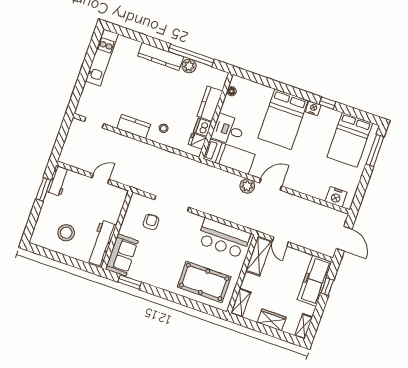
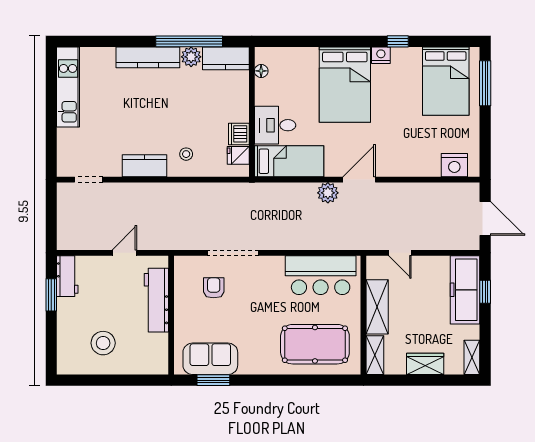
kitchen counter: (210, 104) -> (226, 58), moved, turned -90
workbench: (102, 243) -> (156, 300), moved
sofa: (122, 255) -> (210, 359), moved, turned -90
shelving: (259, 256) -> (377, 307), moved

